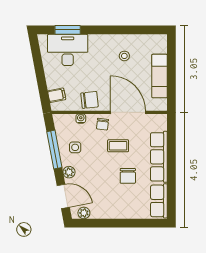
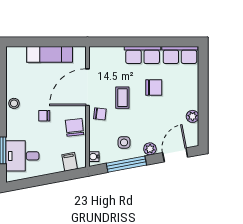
desk: (68, 50) -> (22, 156), width x0.73
stool: (124, 56) -> (14, 103), moved
chair: (101, 71) -> (44, 116), added
water cooler: (81, 119) -> (94, 157), moved
row of seats: (159, 157) -> (143, 55), width x0.68
plant: (84, 213) -> (193, 116), moved

